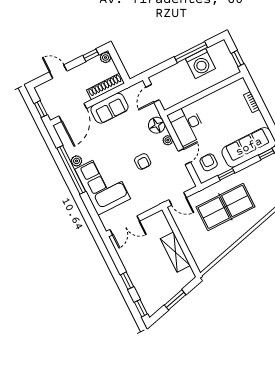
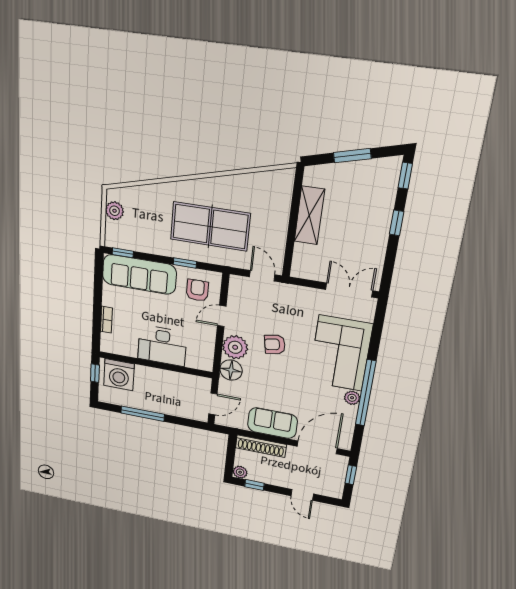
washing machine: (200, 64) -> (119, 375), moved, turned 180
desk: (187, 125) -> (162, 346), moved, turned 90
plant: (168, 140) -> (235, 347), width x1.87, depth x1.87
armchair: (143, 161) -> (275, 344), turned -100
armchair: (209, 162) -> (197, 290), turned 180

